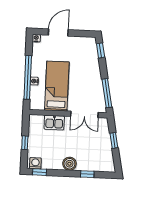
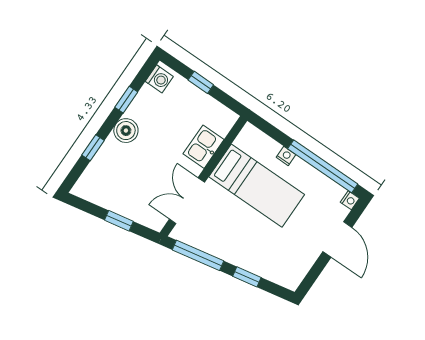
window: (101, 50) -> (247, 277), moved
window: (28, 77) -> (323, 166), moved
window: (40, 172) -> (126, 100), moved

